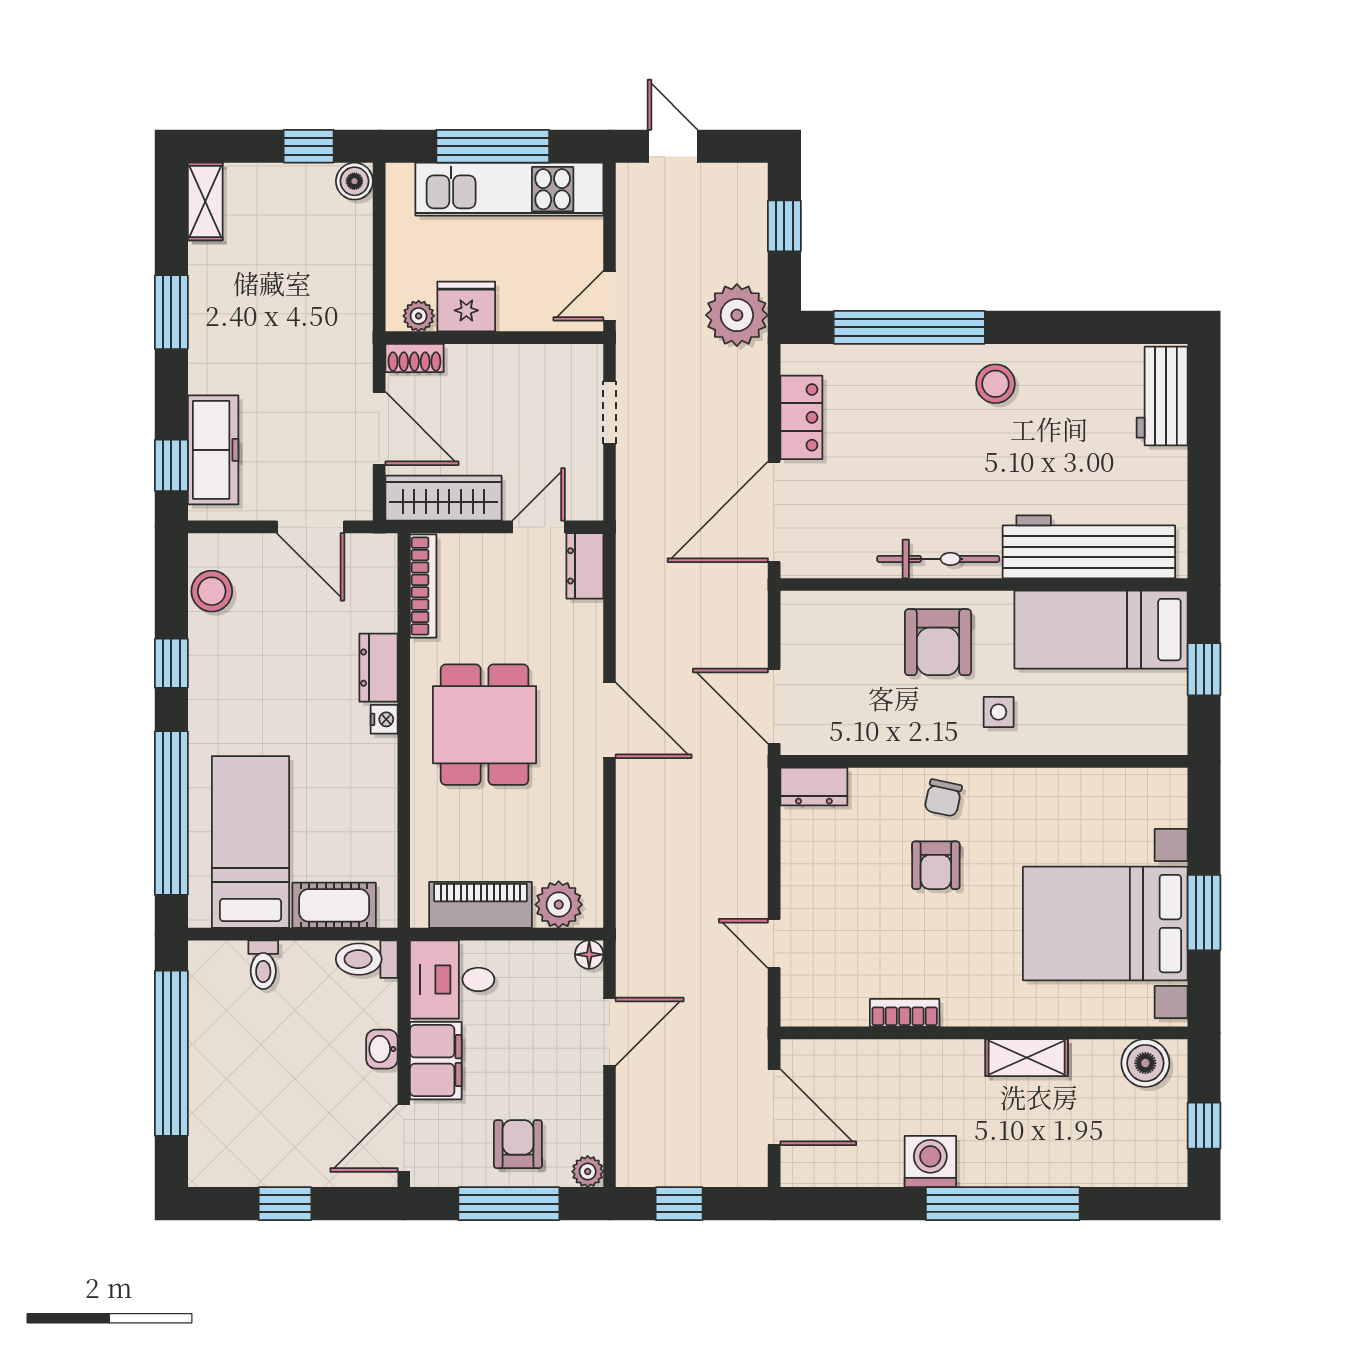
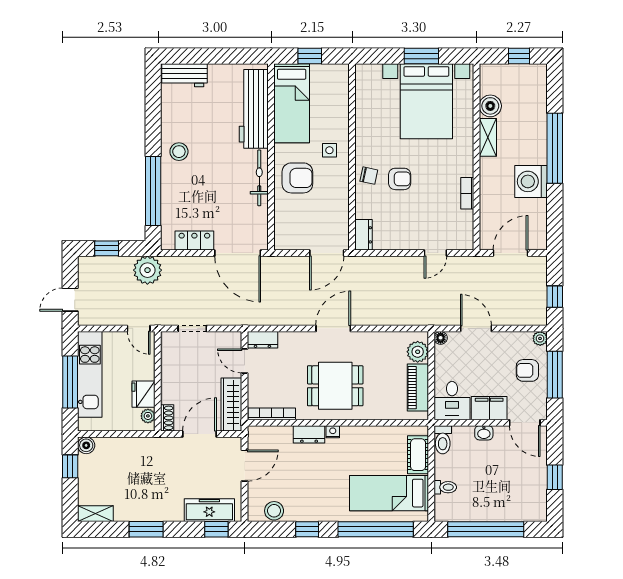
boiler: (1145, 1063) -> (490, 106), moved
washing machine: (930, 1161) -> (531, 181), width x1.37, depth x1.37

